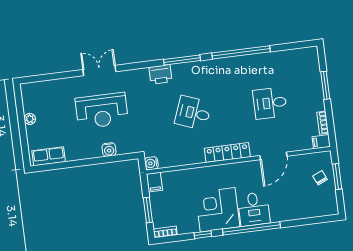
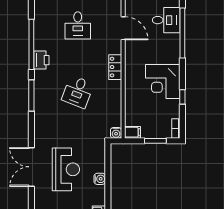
double door: (99, 71) -> (31, 167), width x1.37
printer: (160, 74) -> (41, 60), moved
water cooler: (109, 150) -> (100, 179), moved
locker: (227, 153) -> (115, 67), width x0.66
desk: (254, 209) -> (166, 20), moved
window: (252, 228) -> (182, 33), moved

